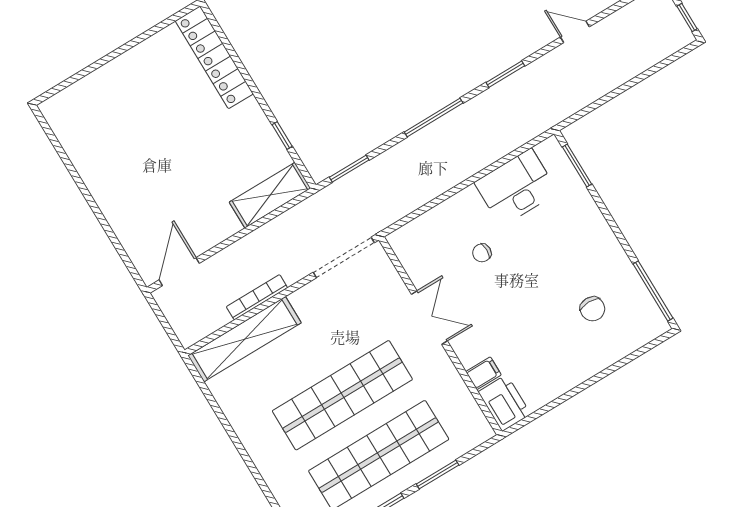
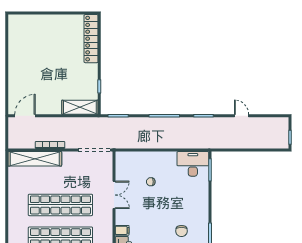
desk: (516, 187) -> (193, 164), moved

